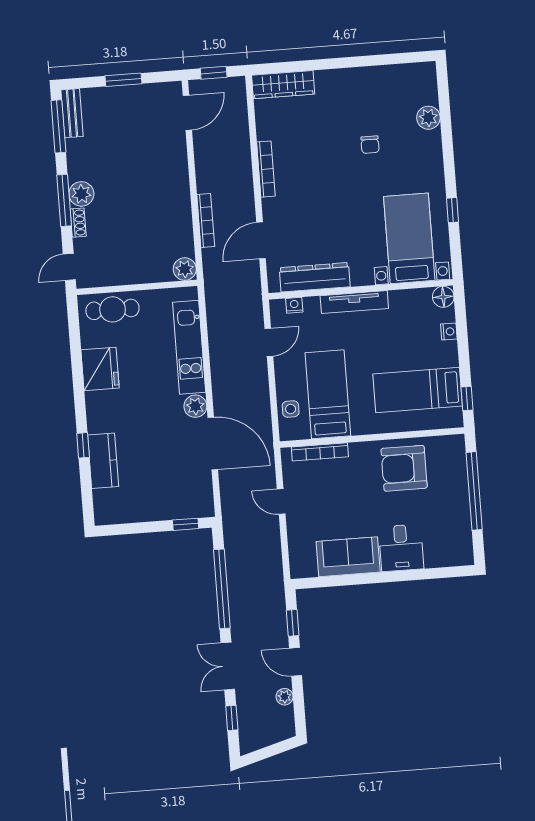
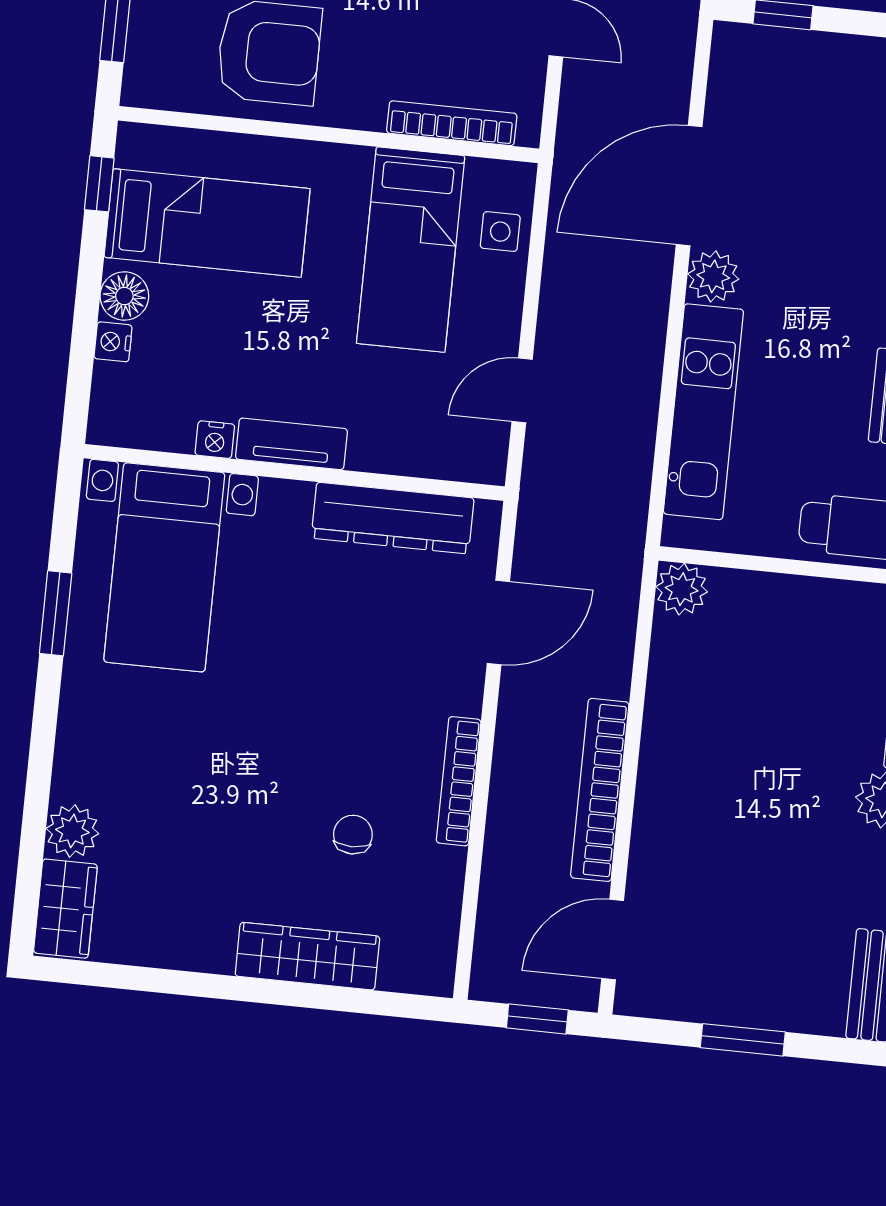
wardrobe: (425, 84) -> (65, 909), added
wardrobe: (283, 85) -> (307, 956), moved
chair: (370, 145) -> (353, 835), moved
window: (453, 210) -> (56, 613), width x1.50
bookcase: (206, 220) -> (600, 790), moved, width x1.48, depth x1.31
floor lamp: (443, 297) -> (124, 296), moved
tv unit: (354, 302) -> (291, 444), width x0.71
nightstand: (294, 305) -> (215, 440), moved
door: (213, 443) -> (689, 186), hinge flipped

